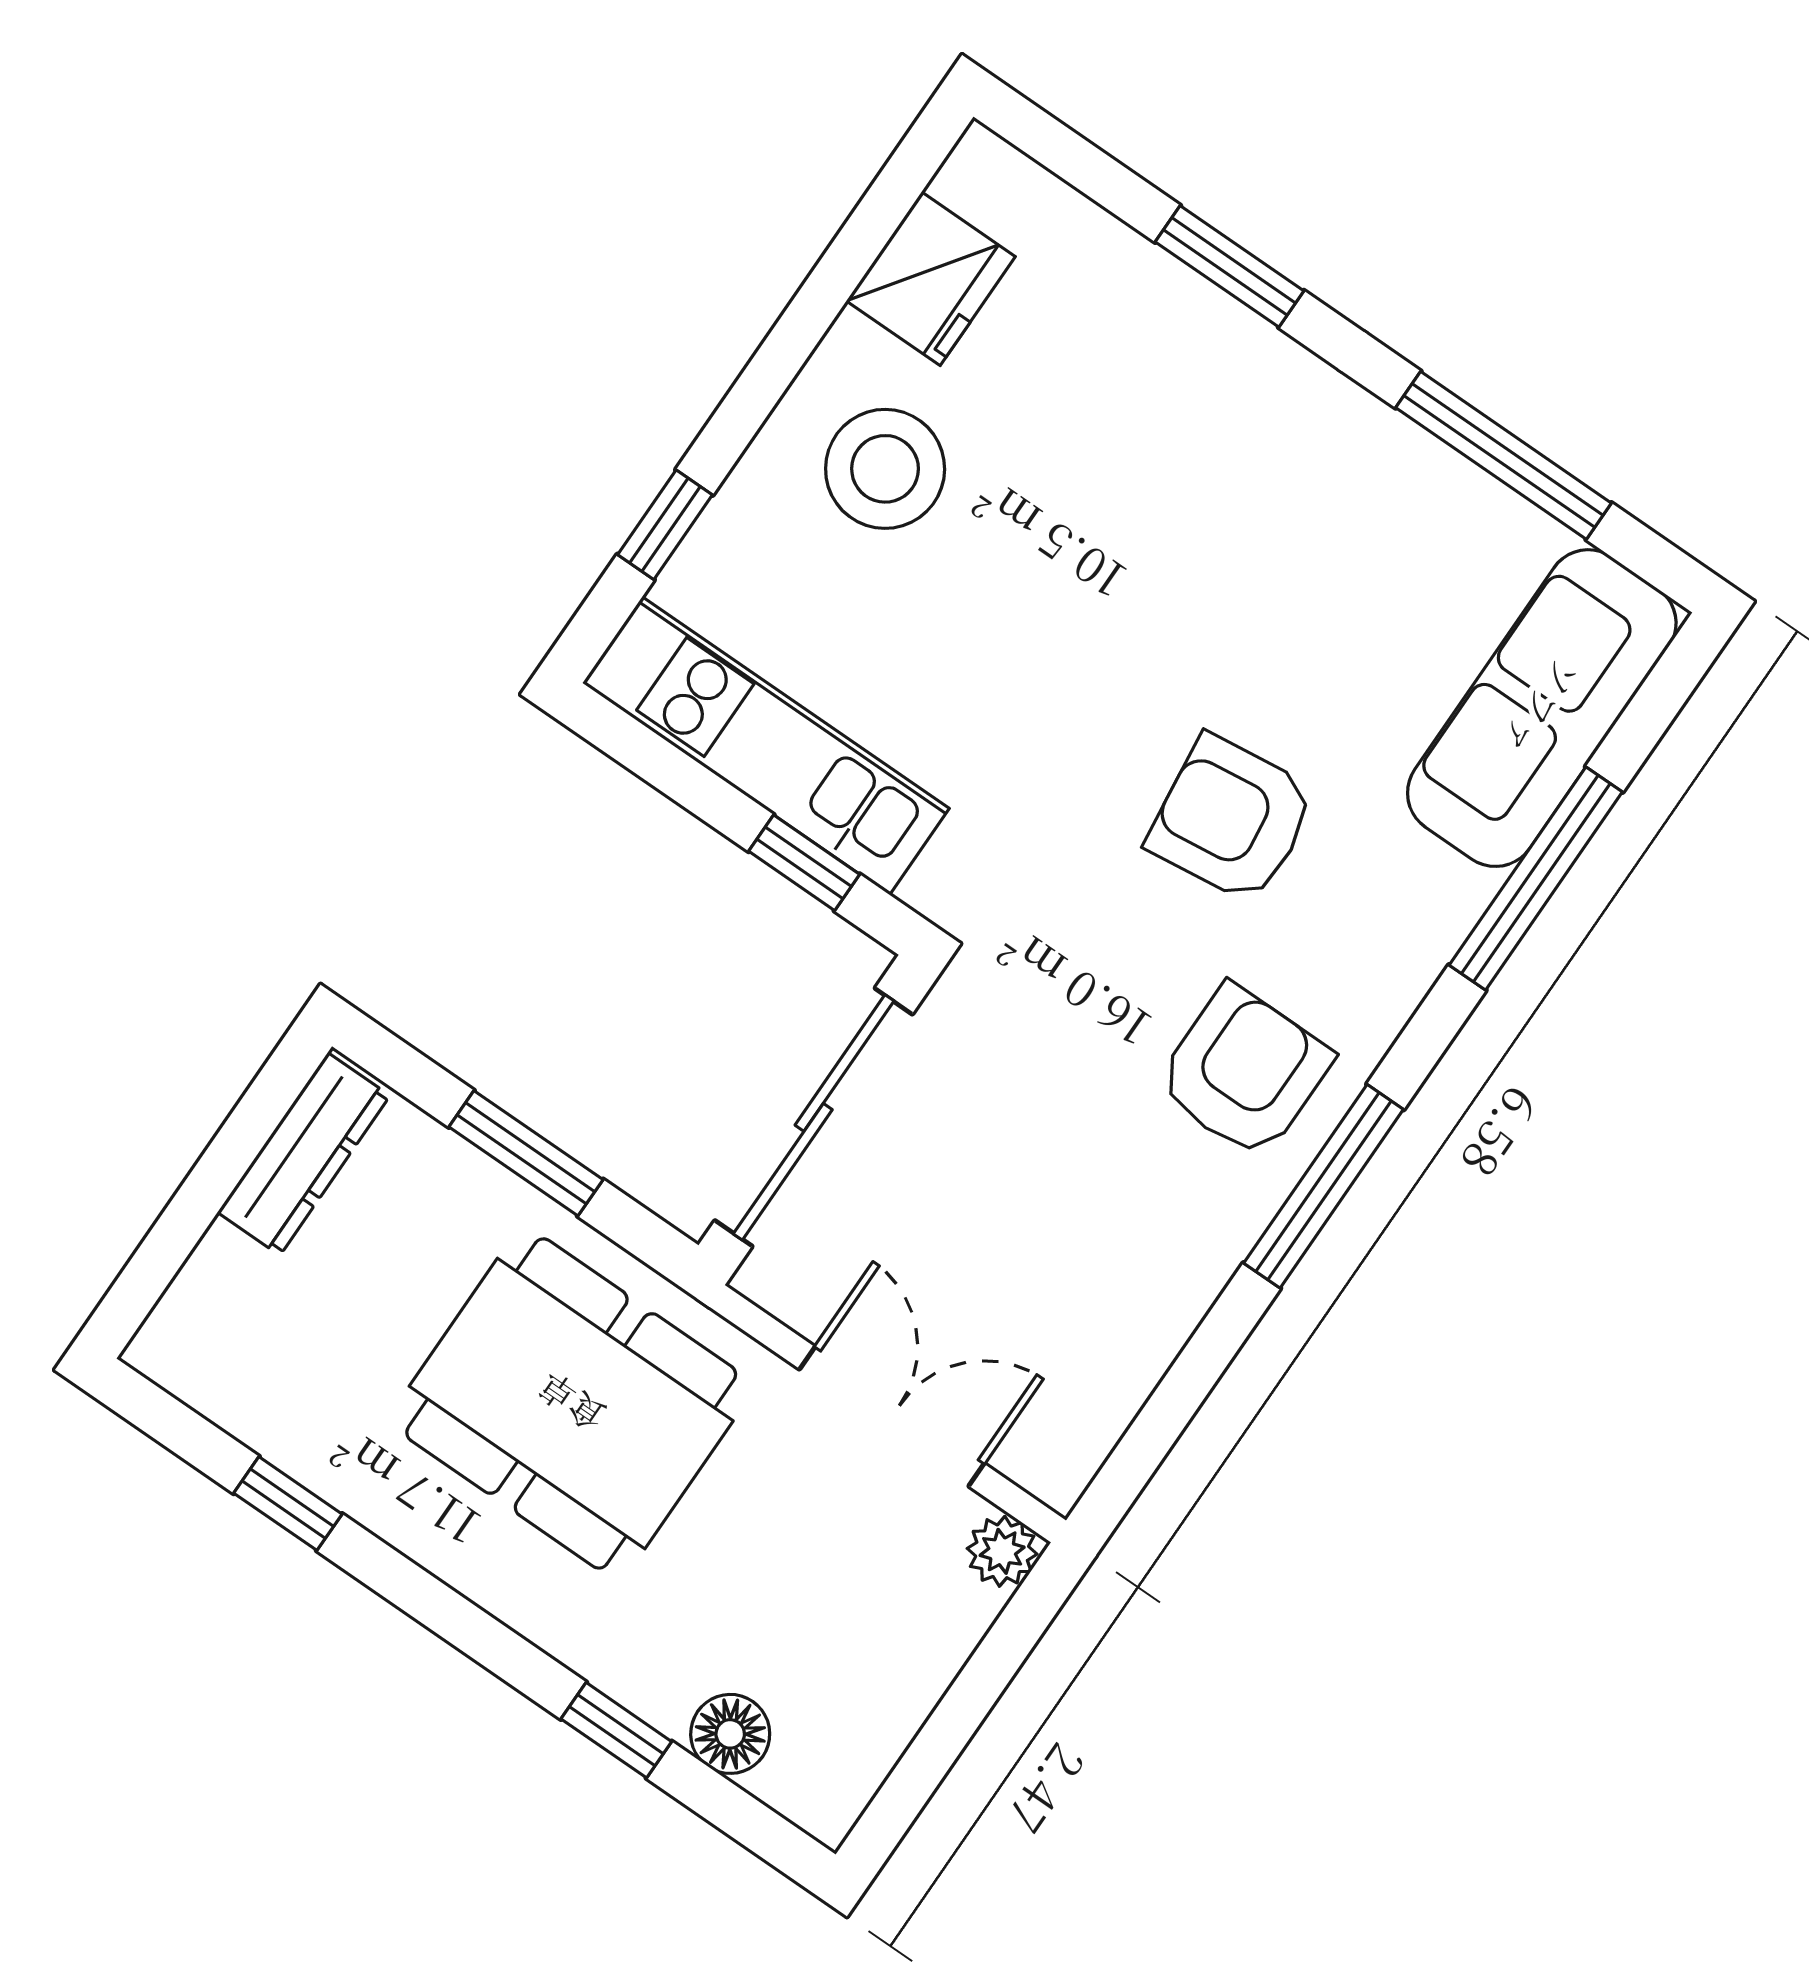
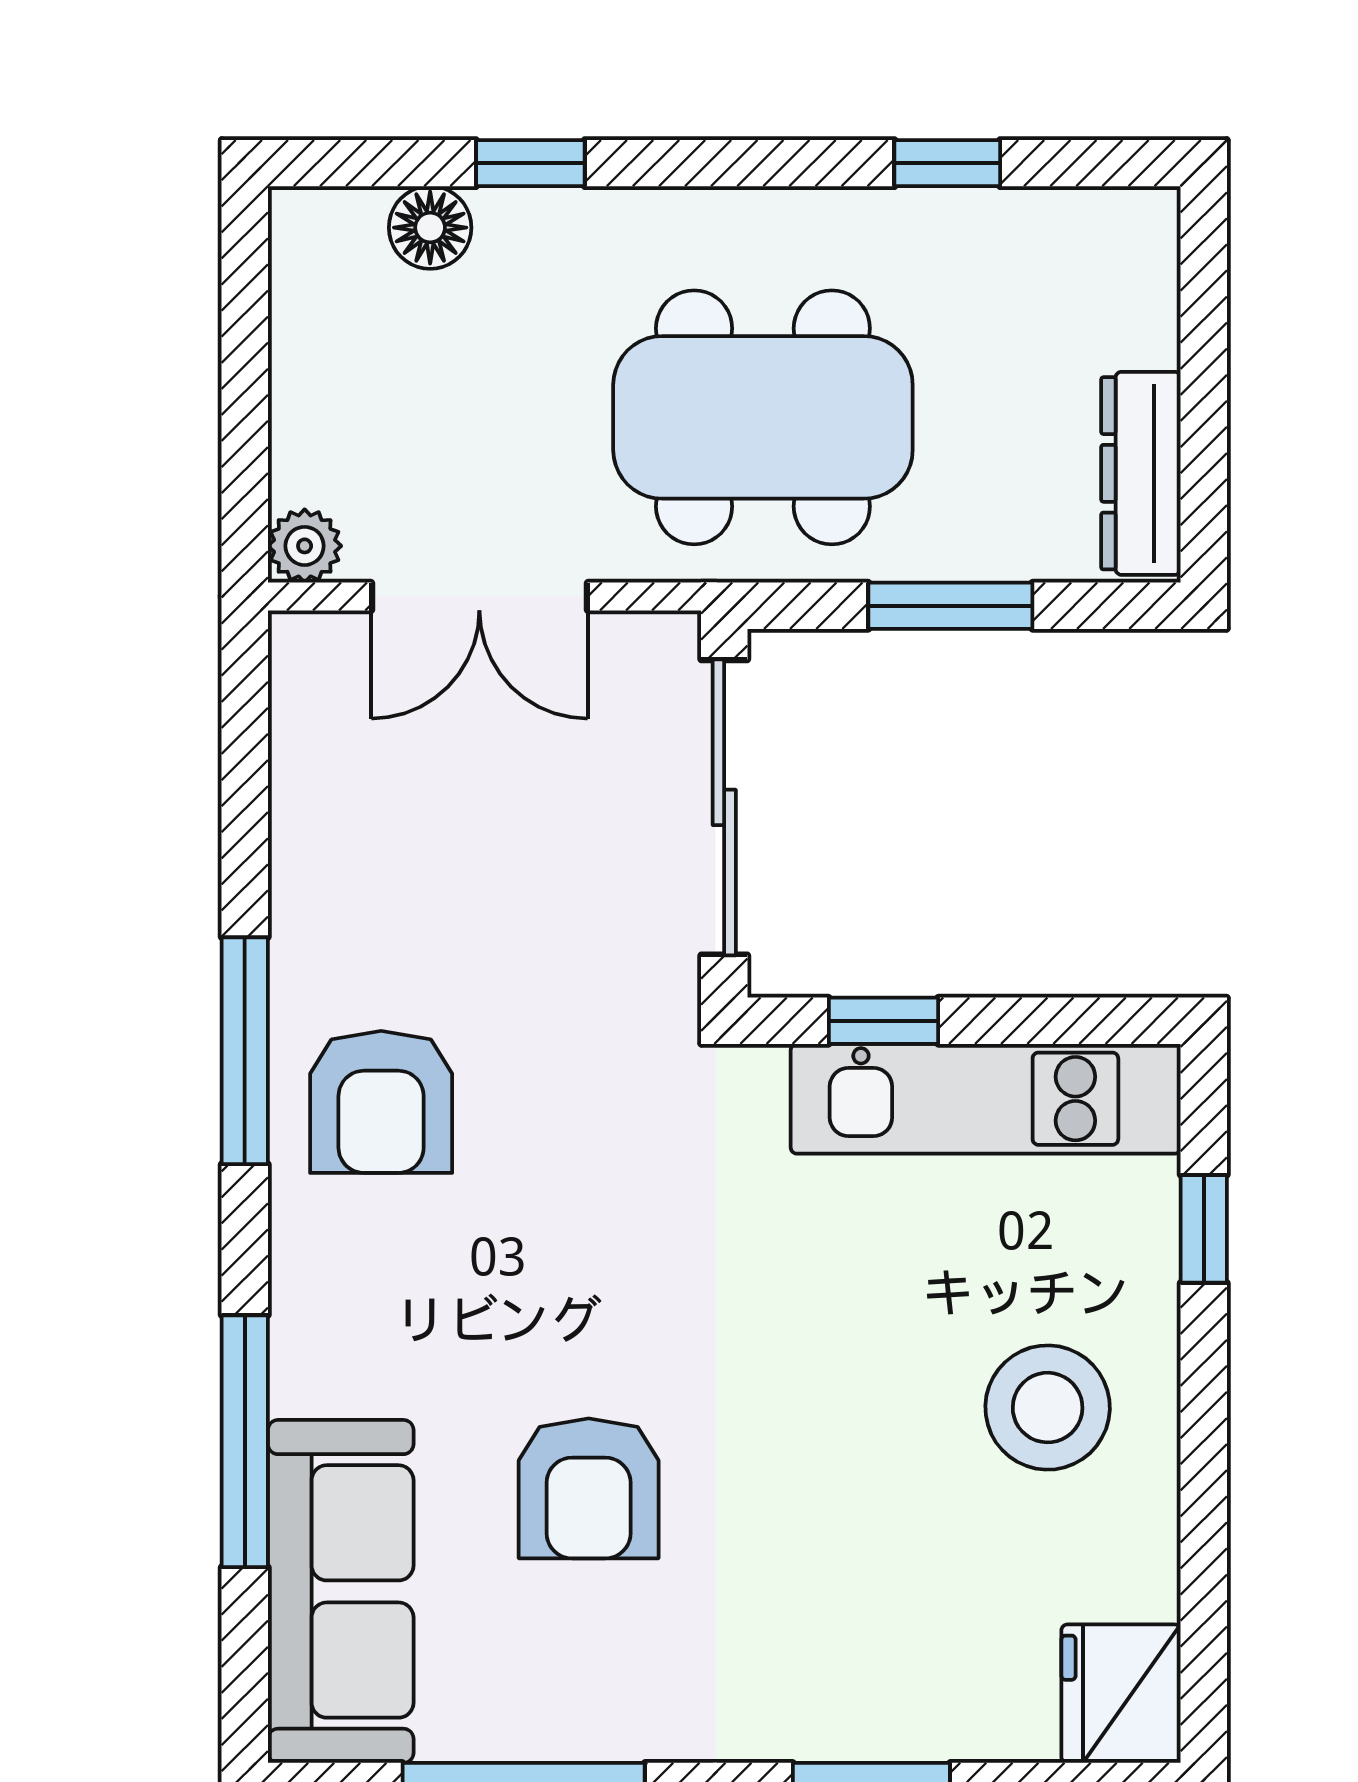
fridge: (931, 279) -> (1121, 1694), moved
armchair: (1232, 819) -> (589, 1488), moved, turned 97

